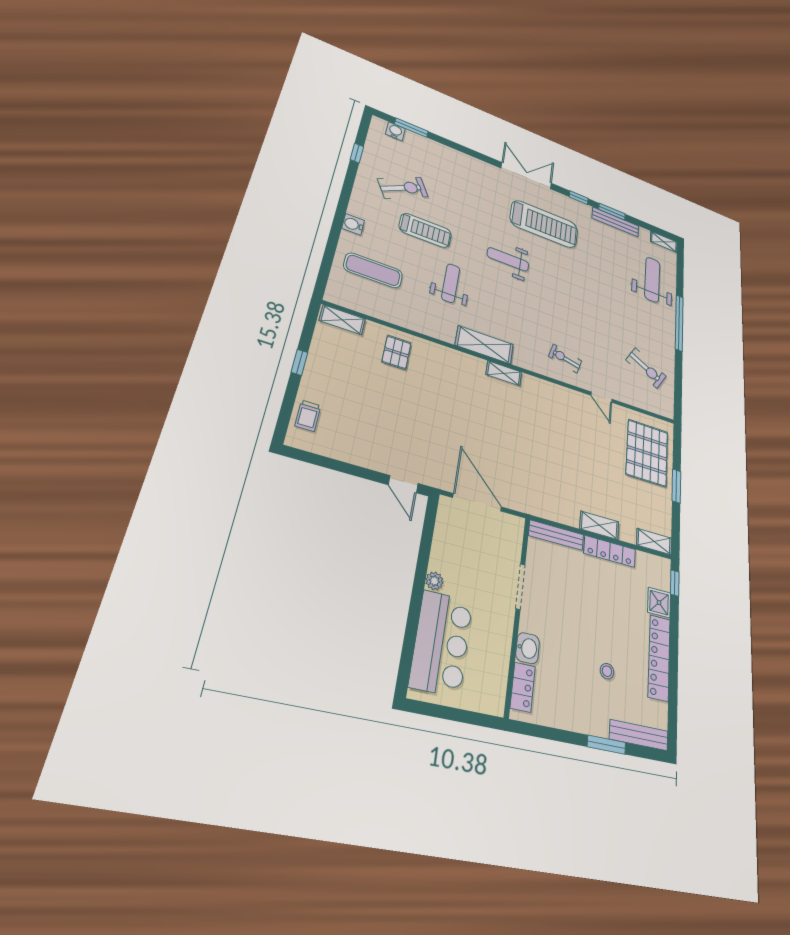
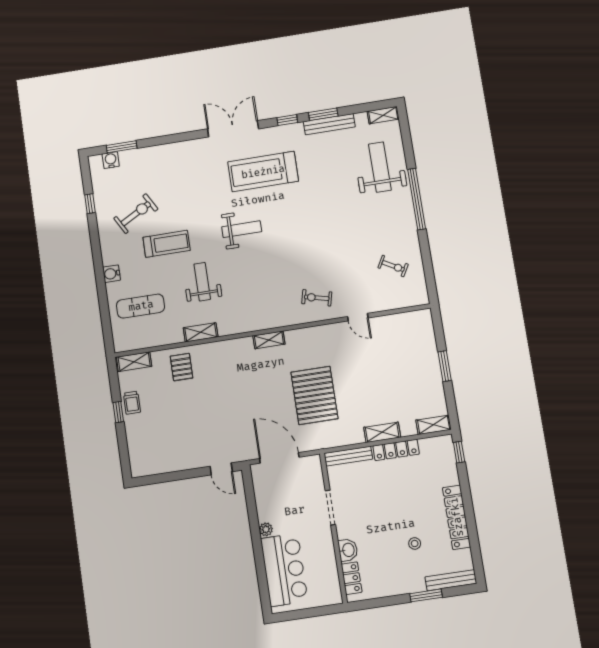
treadmill: (544, 224) -> (263, 172), turned 180
weight bench: (508, 259) -> (242, 229), turned 180
shelving: (484, 345) -> (201, 332), moved, width x0.67, depth x0.75
exercise bike: (646, 368) -> (393, 266), width x0.73, depth x0.72
trolley: (308, 416) -> (132, 403), moved
pallet: (647, 453) -> (314, 395), moved
shower: (659, 603) -> (448, 474), removed

